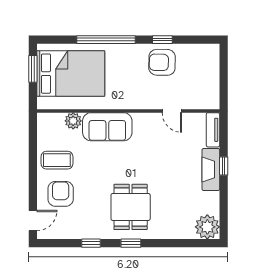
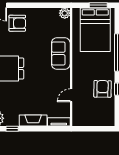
plant: (73, 121) -> (65, 13), moved
coffee table: (57, 160) -> (39, 21), removed
window: (224, 166) -> (12, 129), moved

